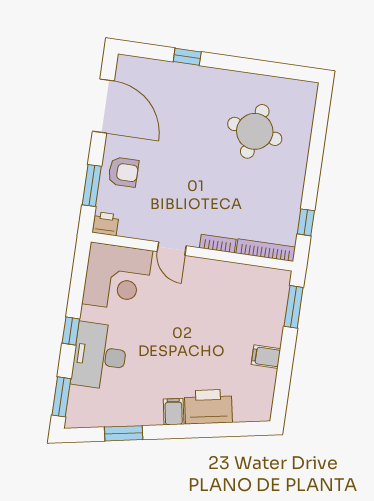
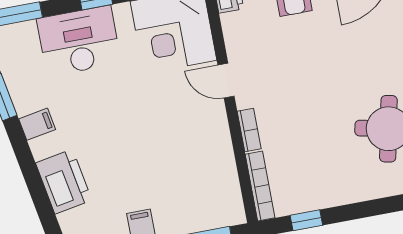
door: (172, 249) -> (226, 81), hinge flipped
filing cabinet: (174, 412) -> (37, 124), moved

